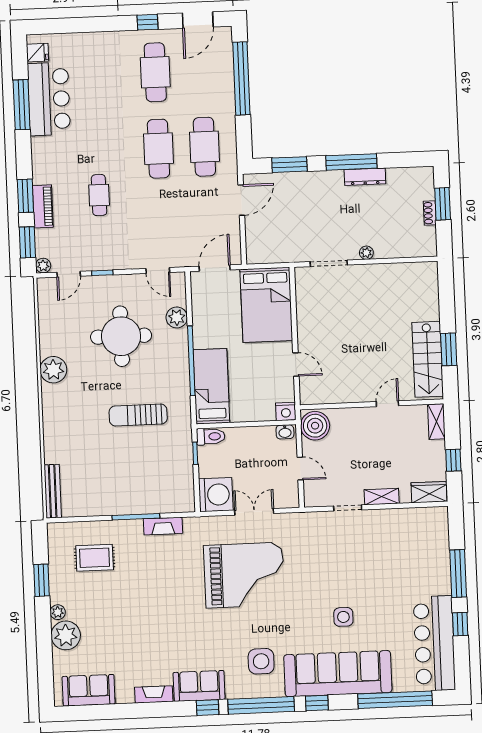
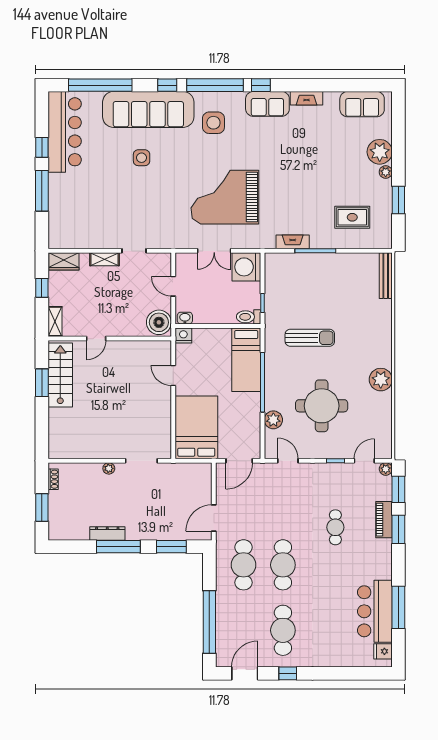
shoe rack: (430, 213) -> (53, 479), moved

